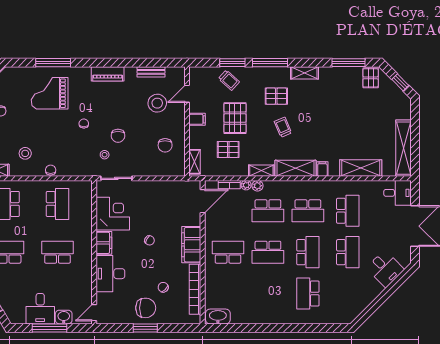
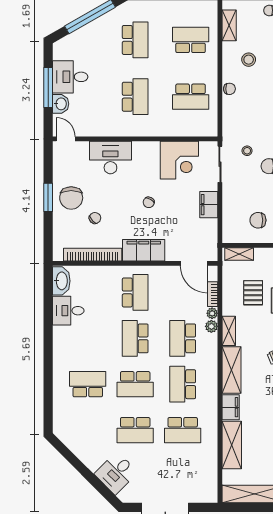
filing cabinet: (322, 169) -> (231, 407), width x2.00
desk: (398, 193) -> (68, 311), moved, turned 90
filing cabinet: (104, 243) -> (209, 205), moved, turned 90

